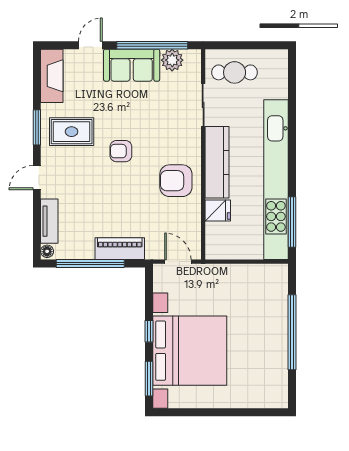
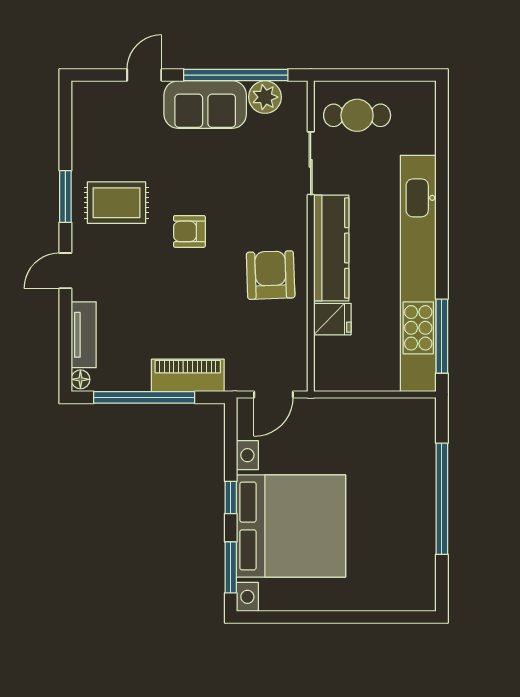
fireplace: (52, 76) -> (87, 120), removed
armchair: (176, 181) -> (271, 275), turned 88
door: (178, 262) -> (273, 395), swing flipped

